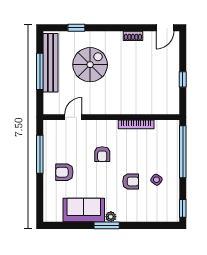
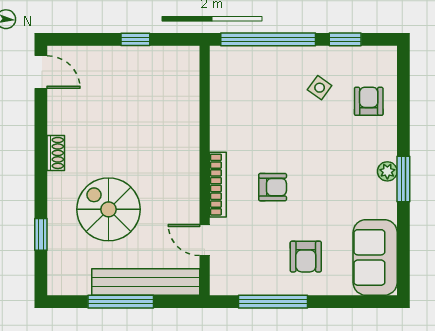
shoe rack: (133, 36) -> (56, 153), moved
bench: (50, 63) -> (146, 282), moved
bookcase: (136, 124) -> (218, 185), moved
armchair: (131, 181) -> (369, 101), moved
window: (183, 208) -> (345, 39), moved
sofa: (84, 210) -> (375, 257), moved

